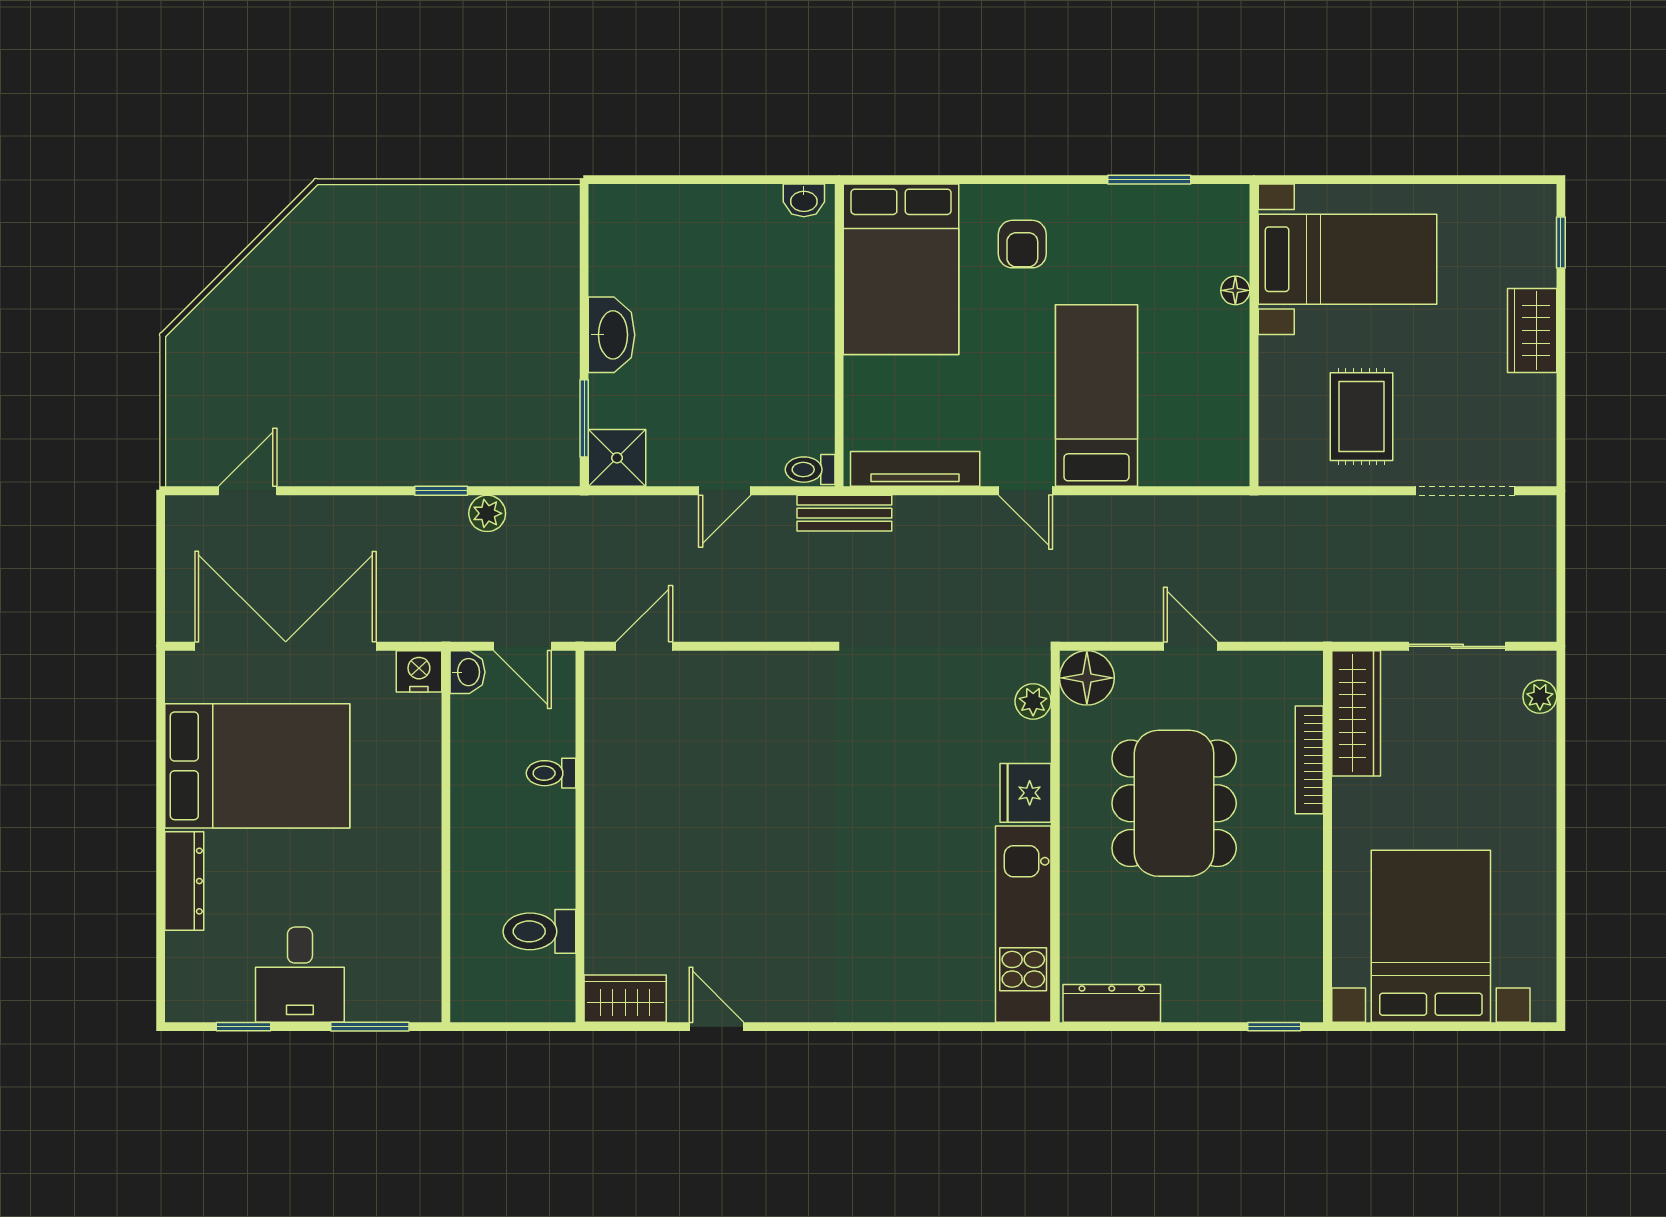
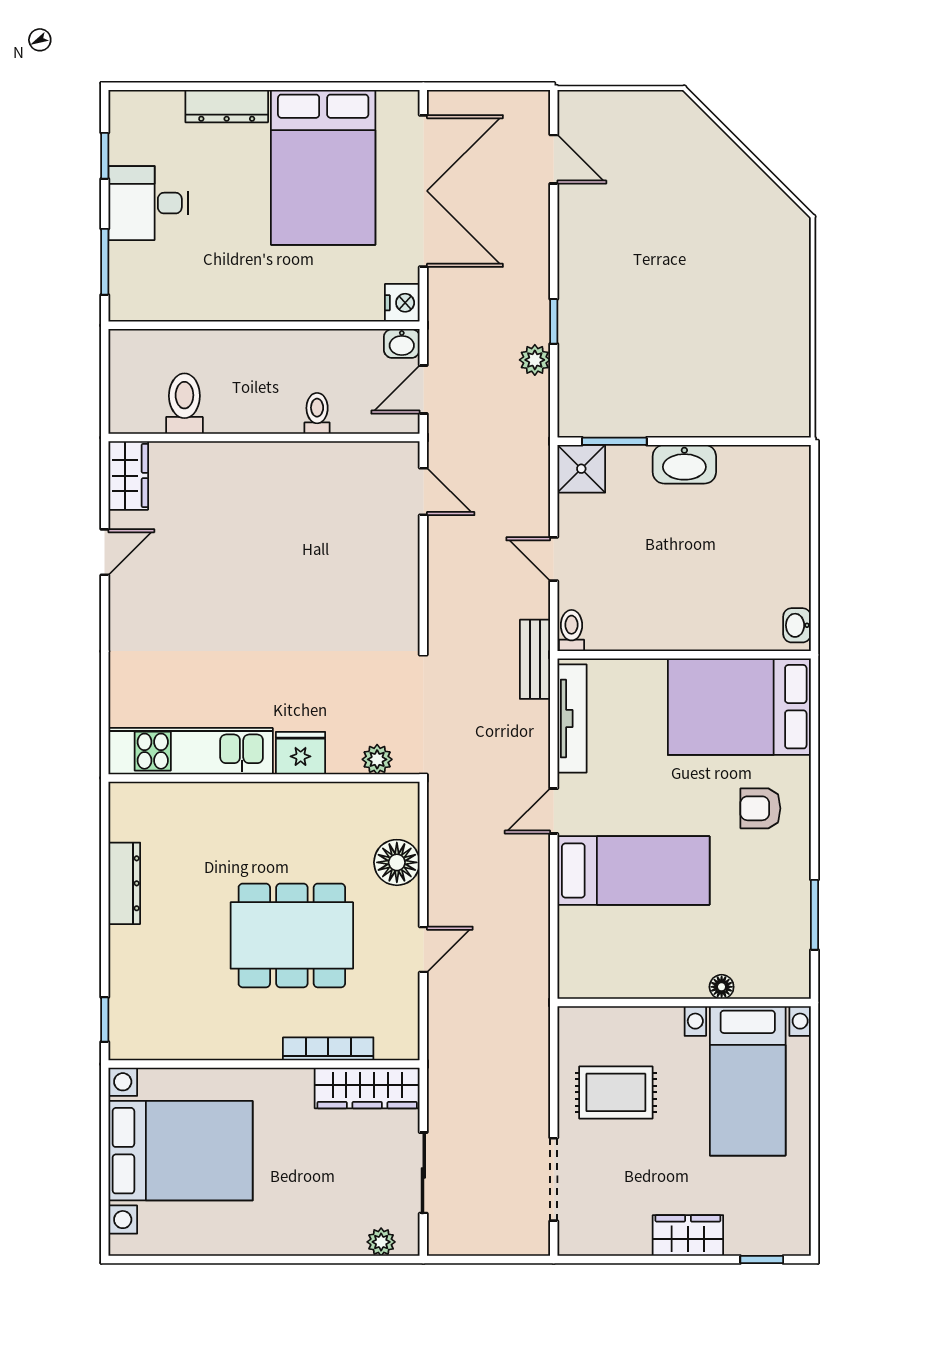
plant: (1033, 701) -> (377, 759), moved
fridge: (1025, 793) -> (301, 753), moved
wall: (1055, 836) -> (264, 778), moved
kitchen unit: (1023, 924) -> (191, 751), moved

